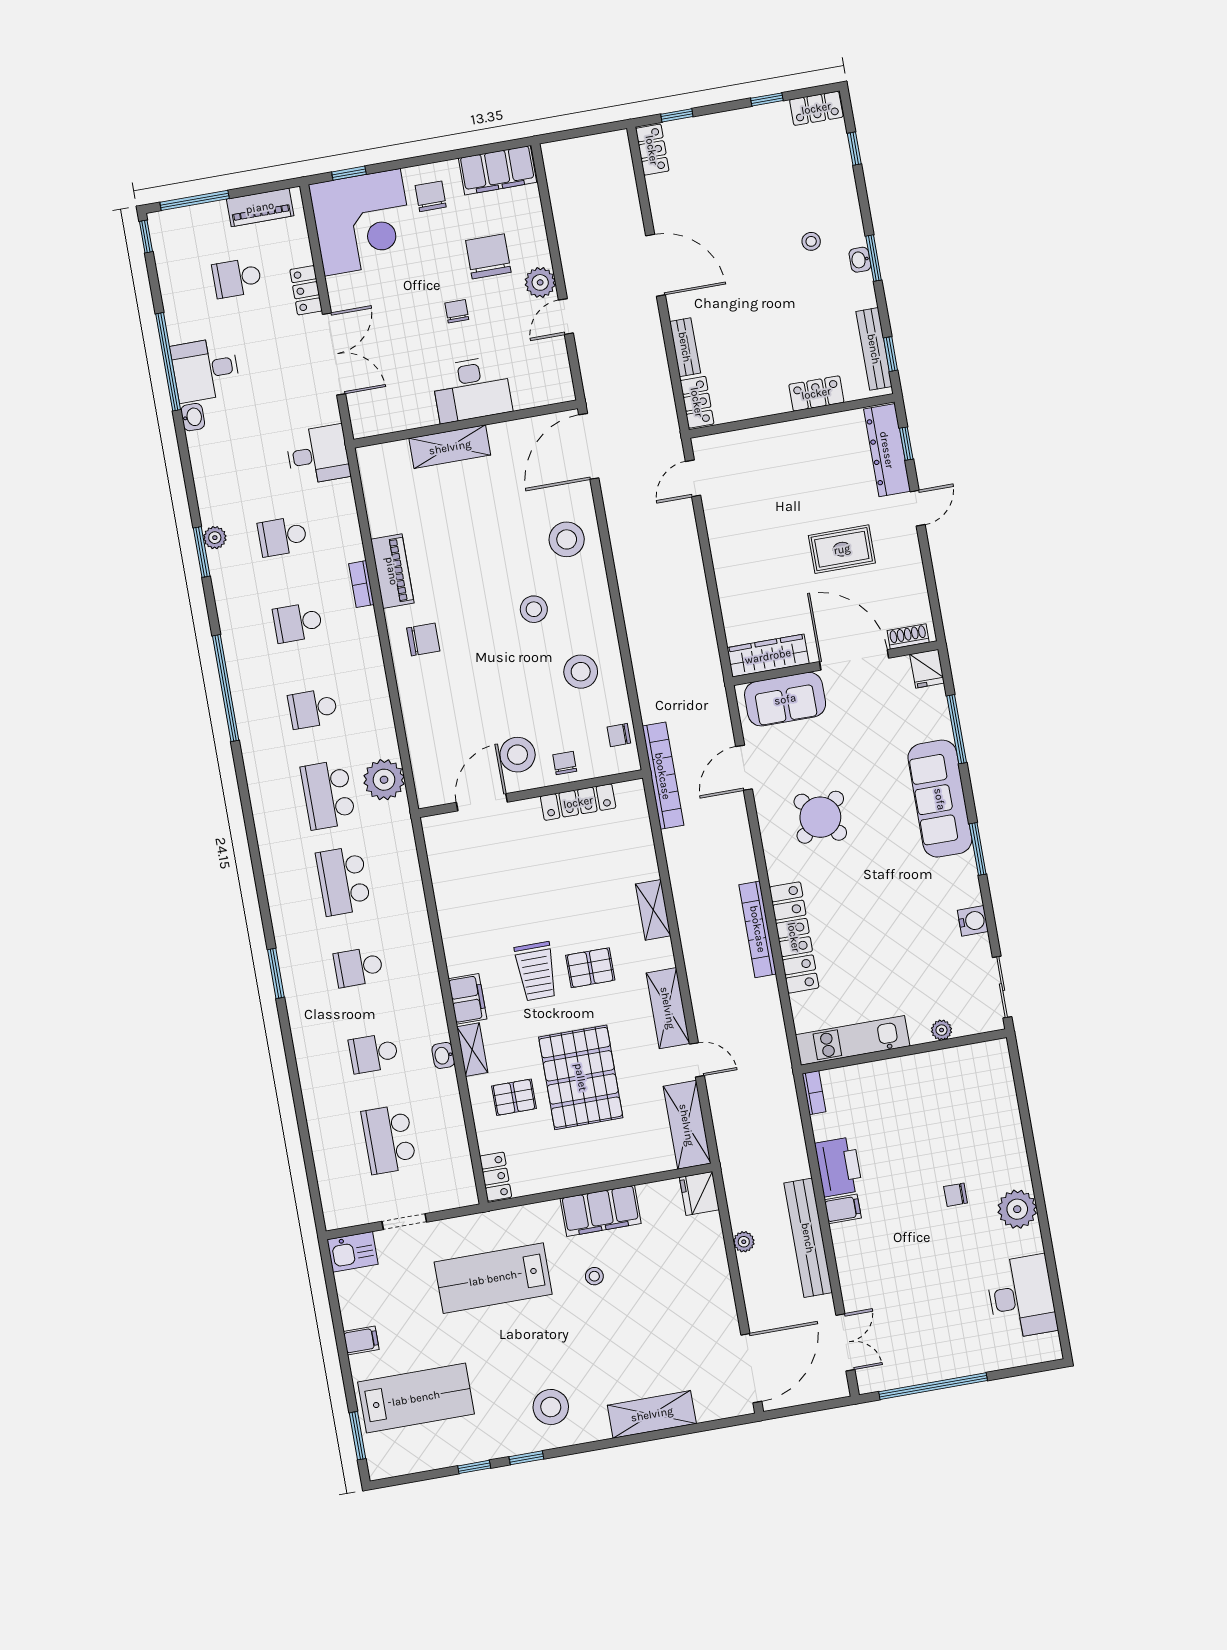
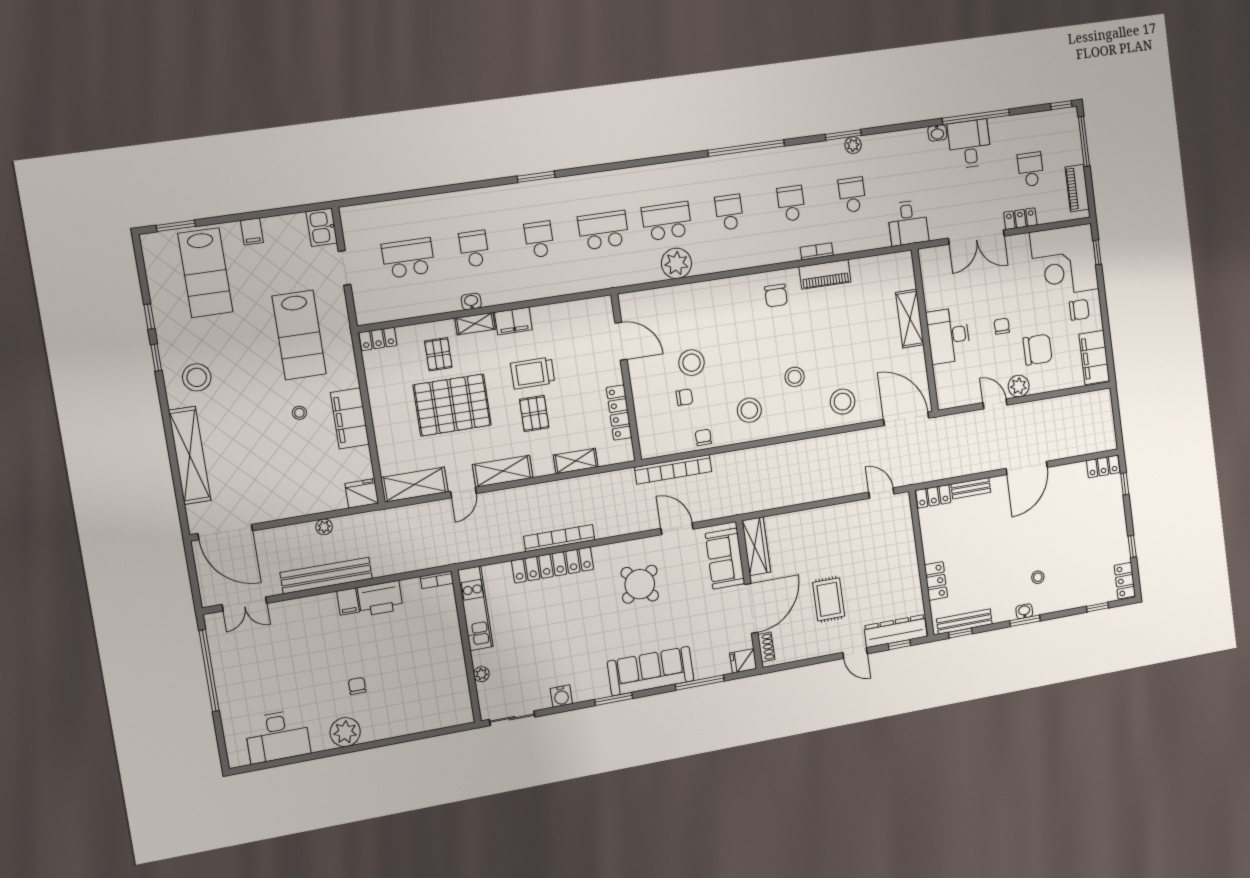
chair: (457, 311) -> (1002, 326), turned -90
wall: (531, 794) -> (626, 378), moved
door: (482, 802) -> (621, 341), moved
locker: (578, 802) -> (619, 413), moved
lab bench: (493, 1278) -> (299, 335), turned 180
shelving: (652, 1414) -> (190, 455), width x1.47

